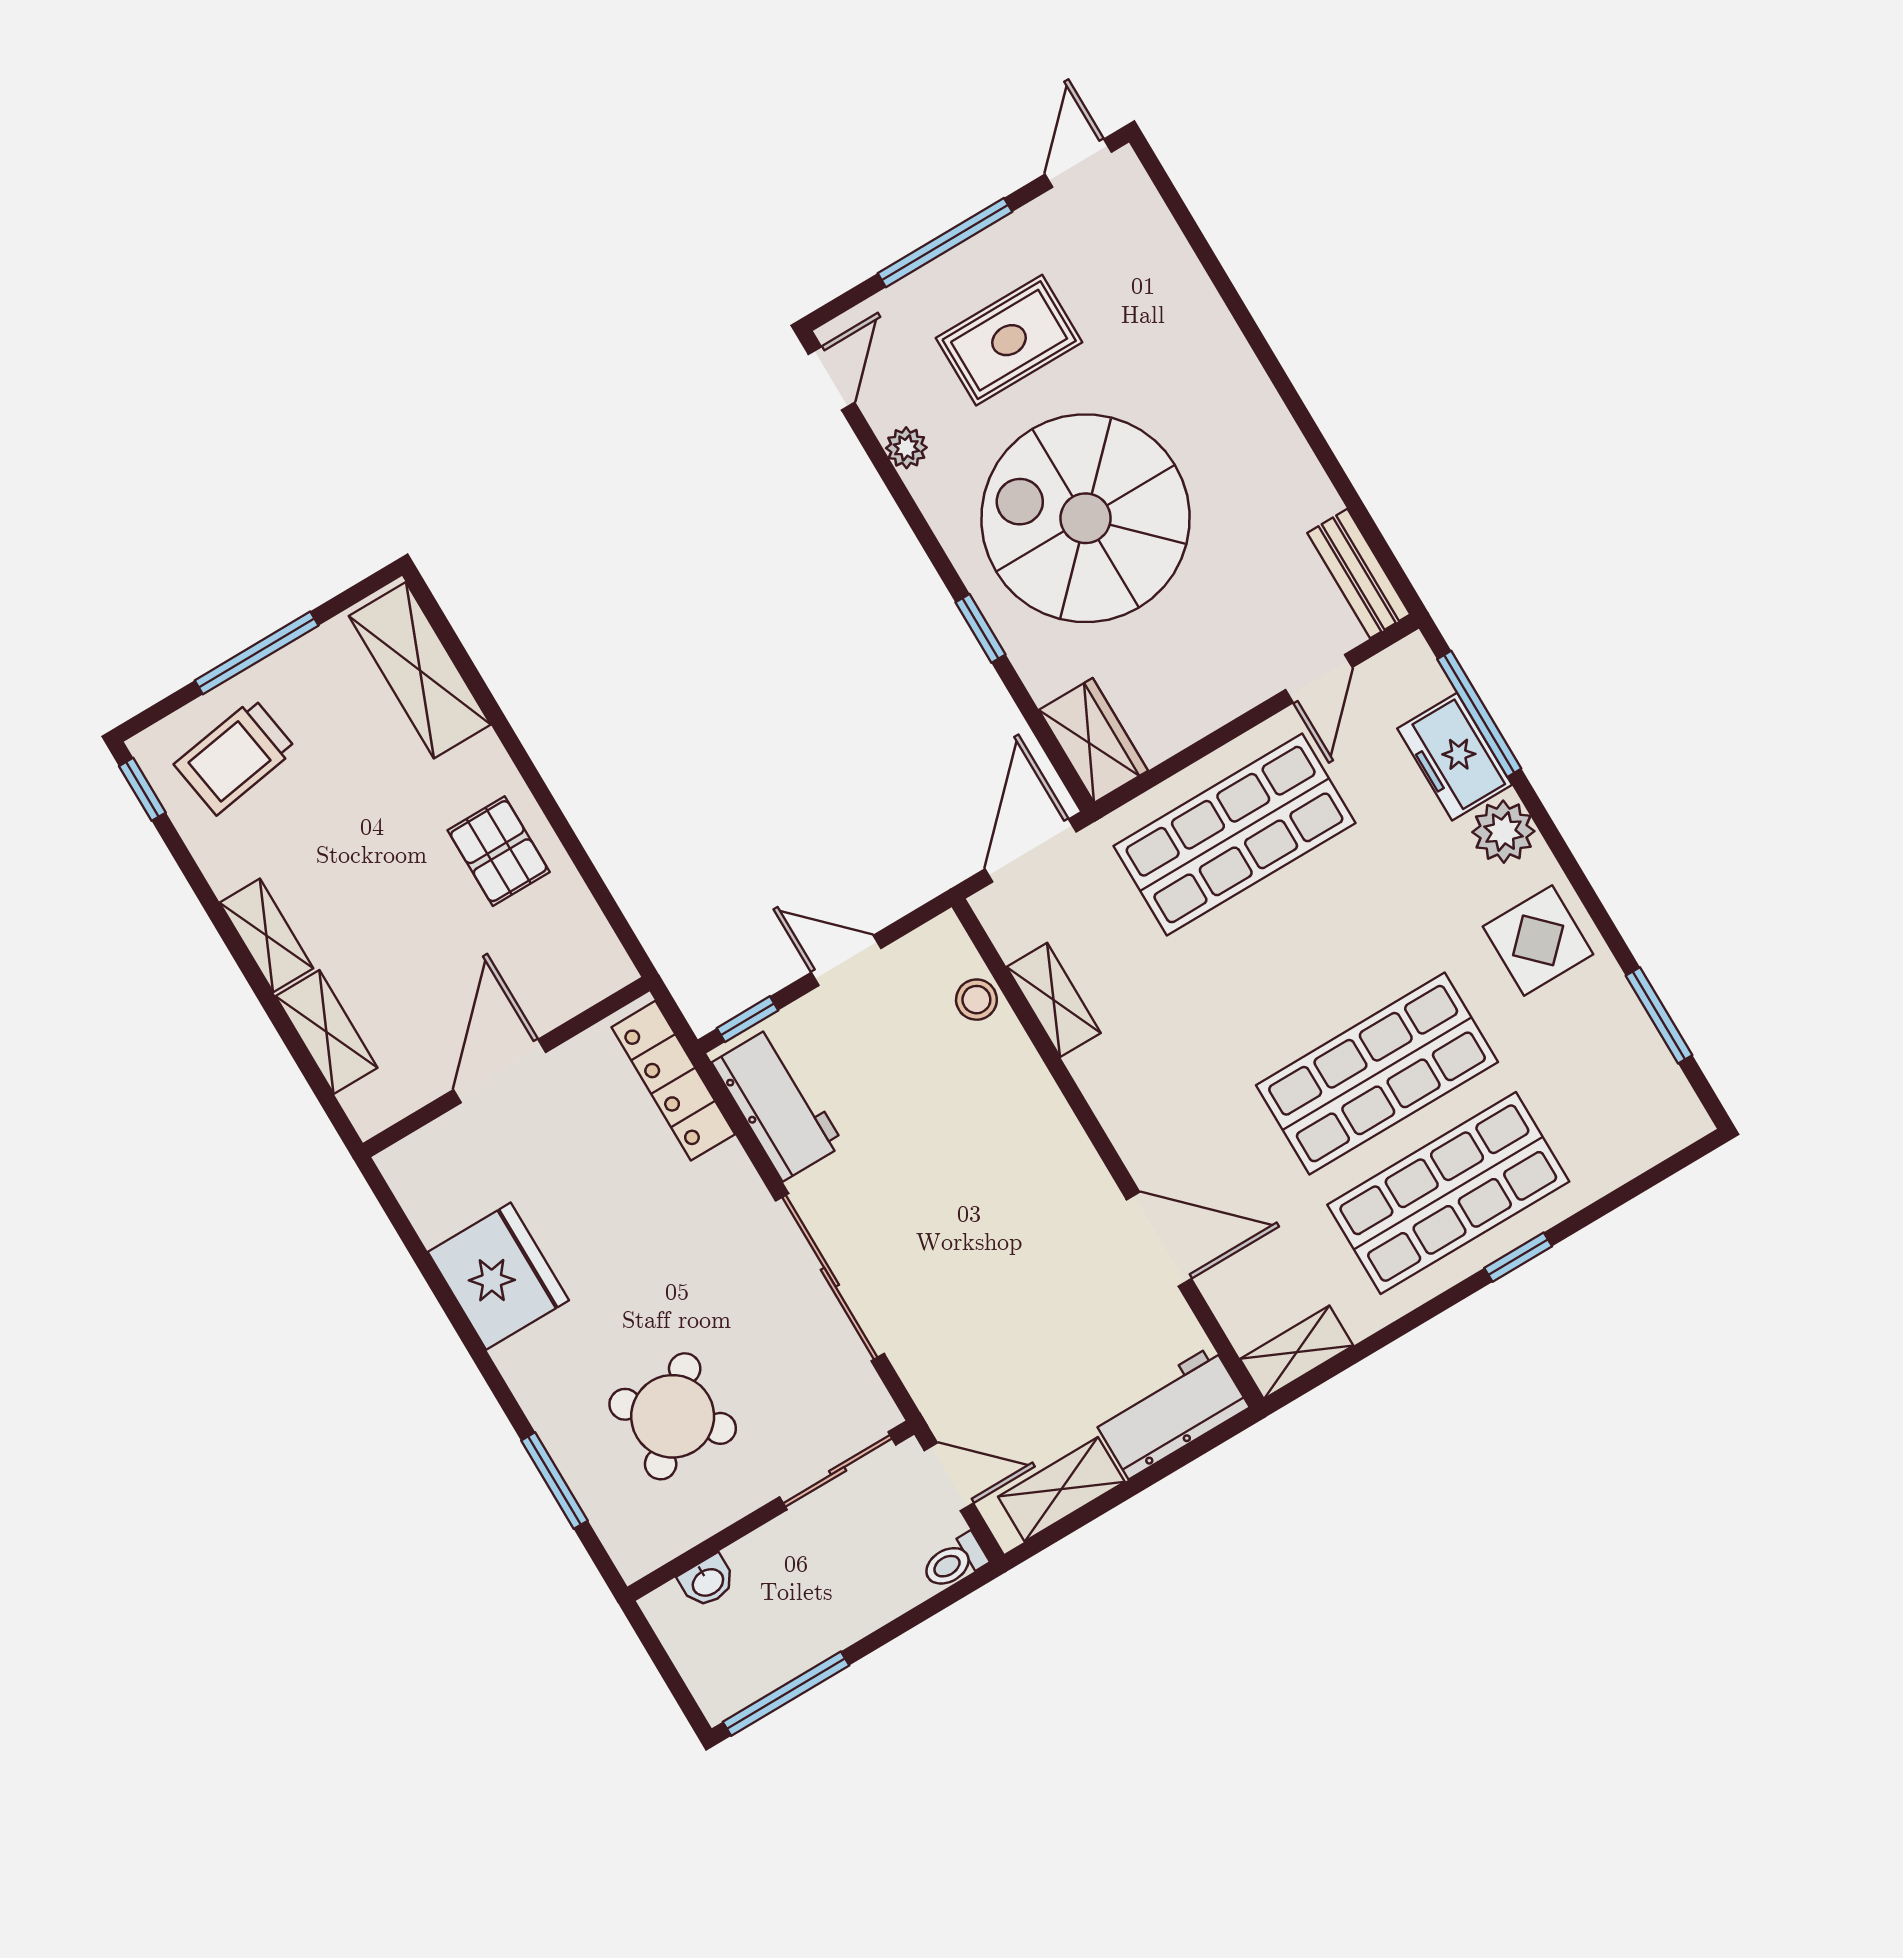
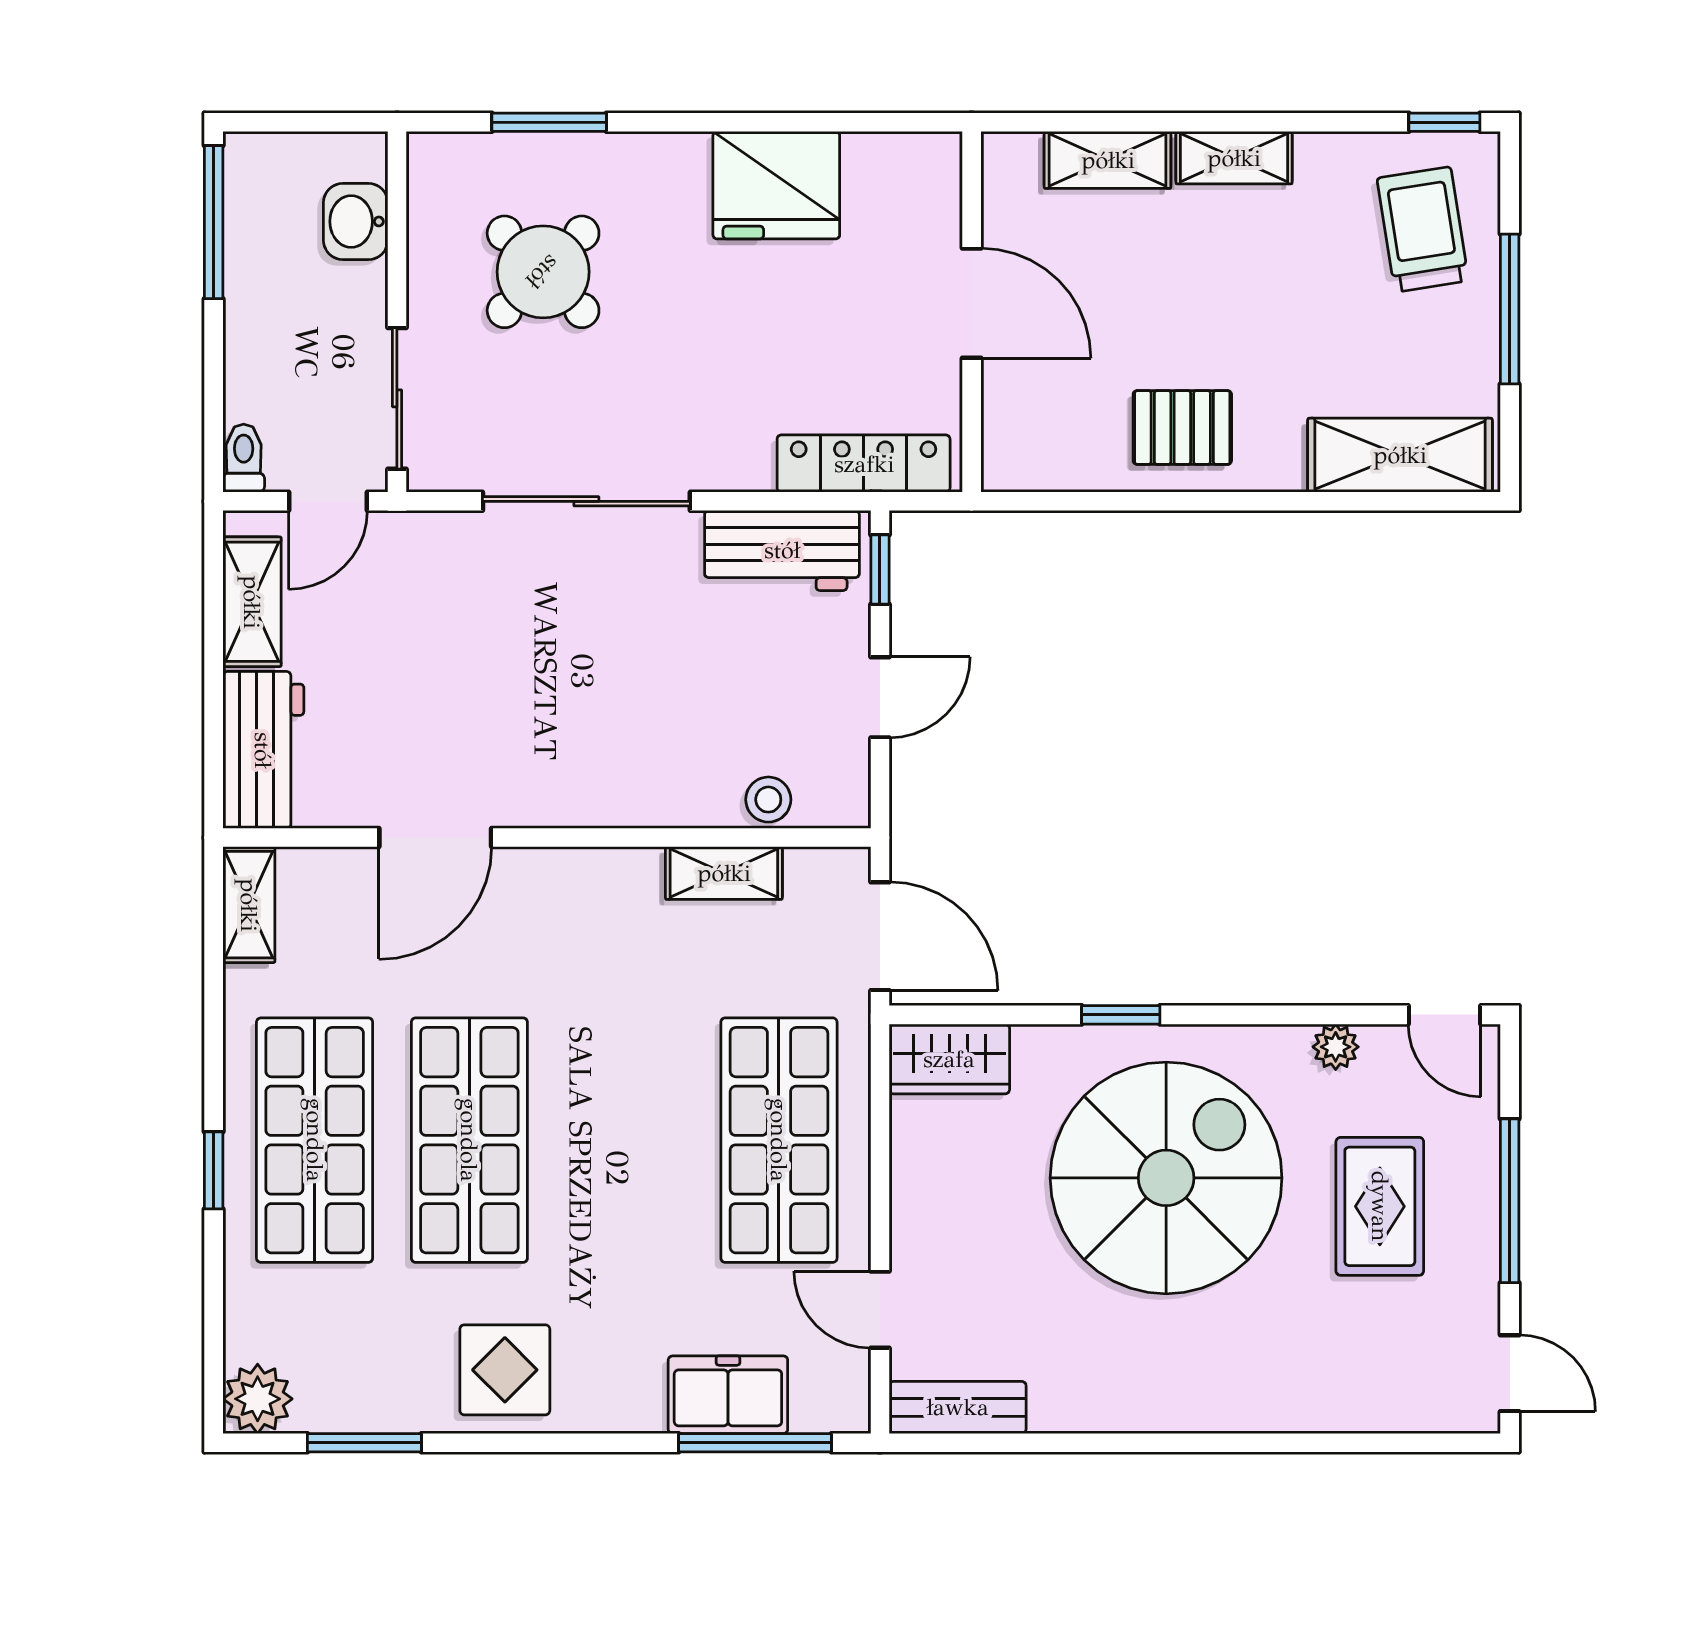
plant: (1503, 832) -> (258, 1399), moved
washbasin: (707, 1581) -> (356, 221), width x1.38, depth x1.45

